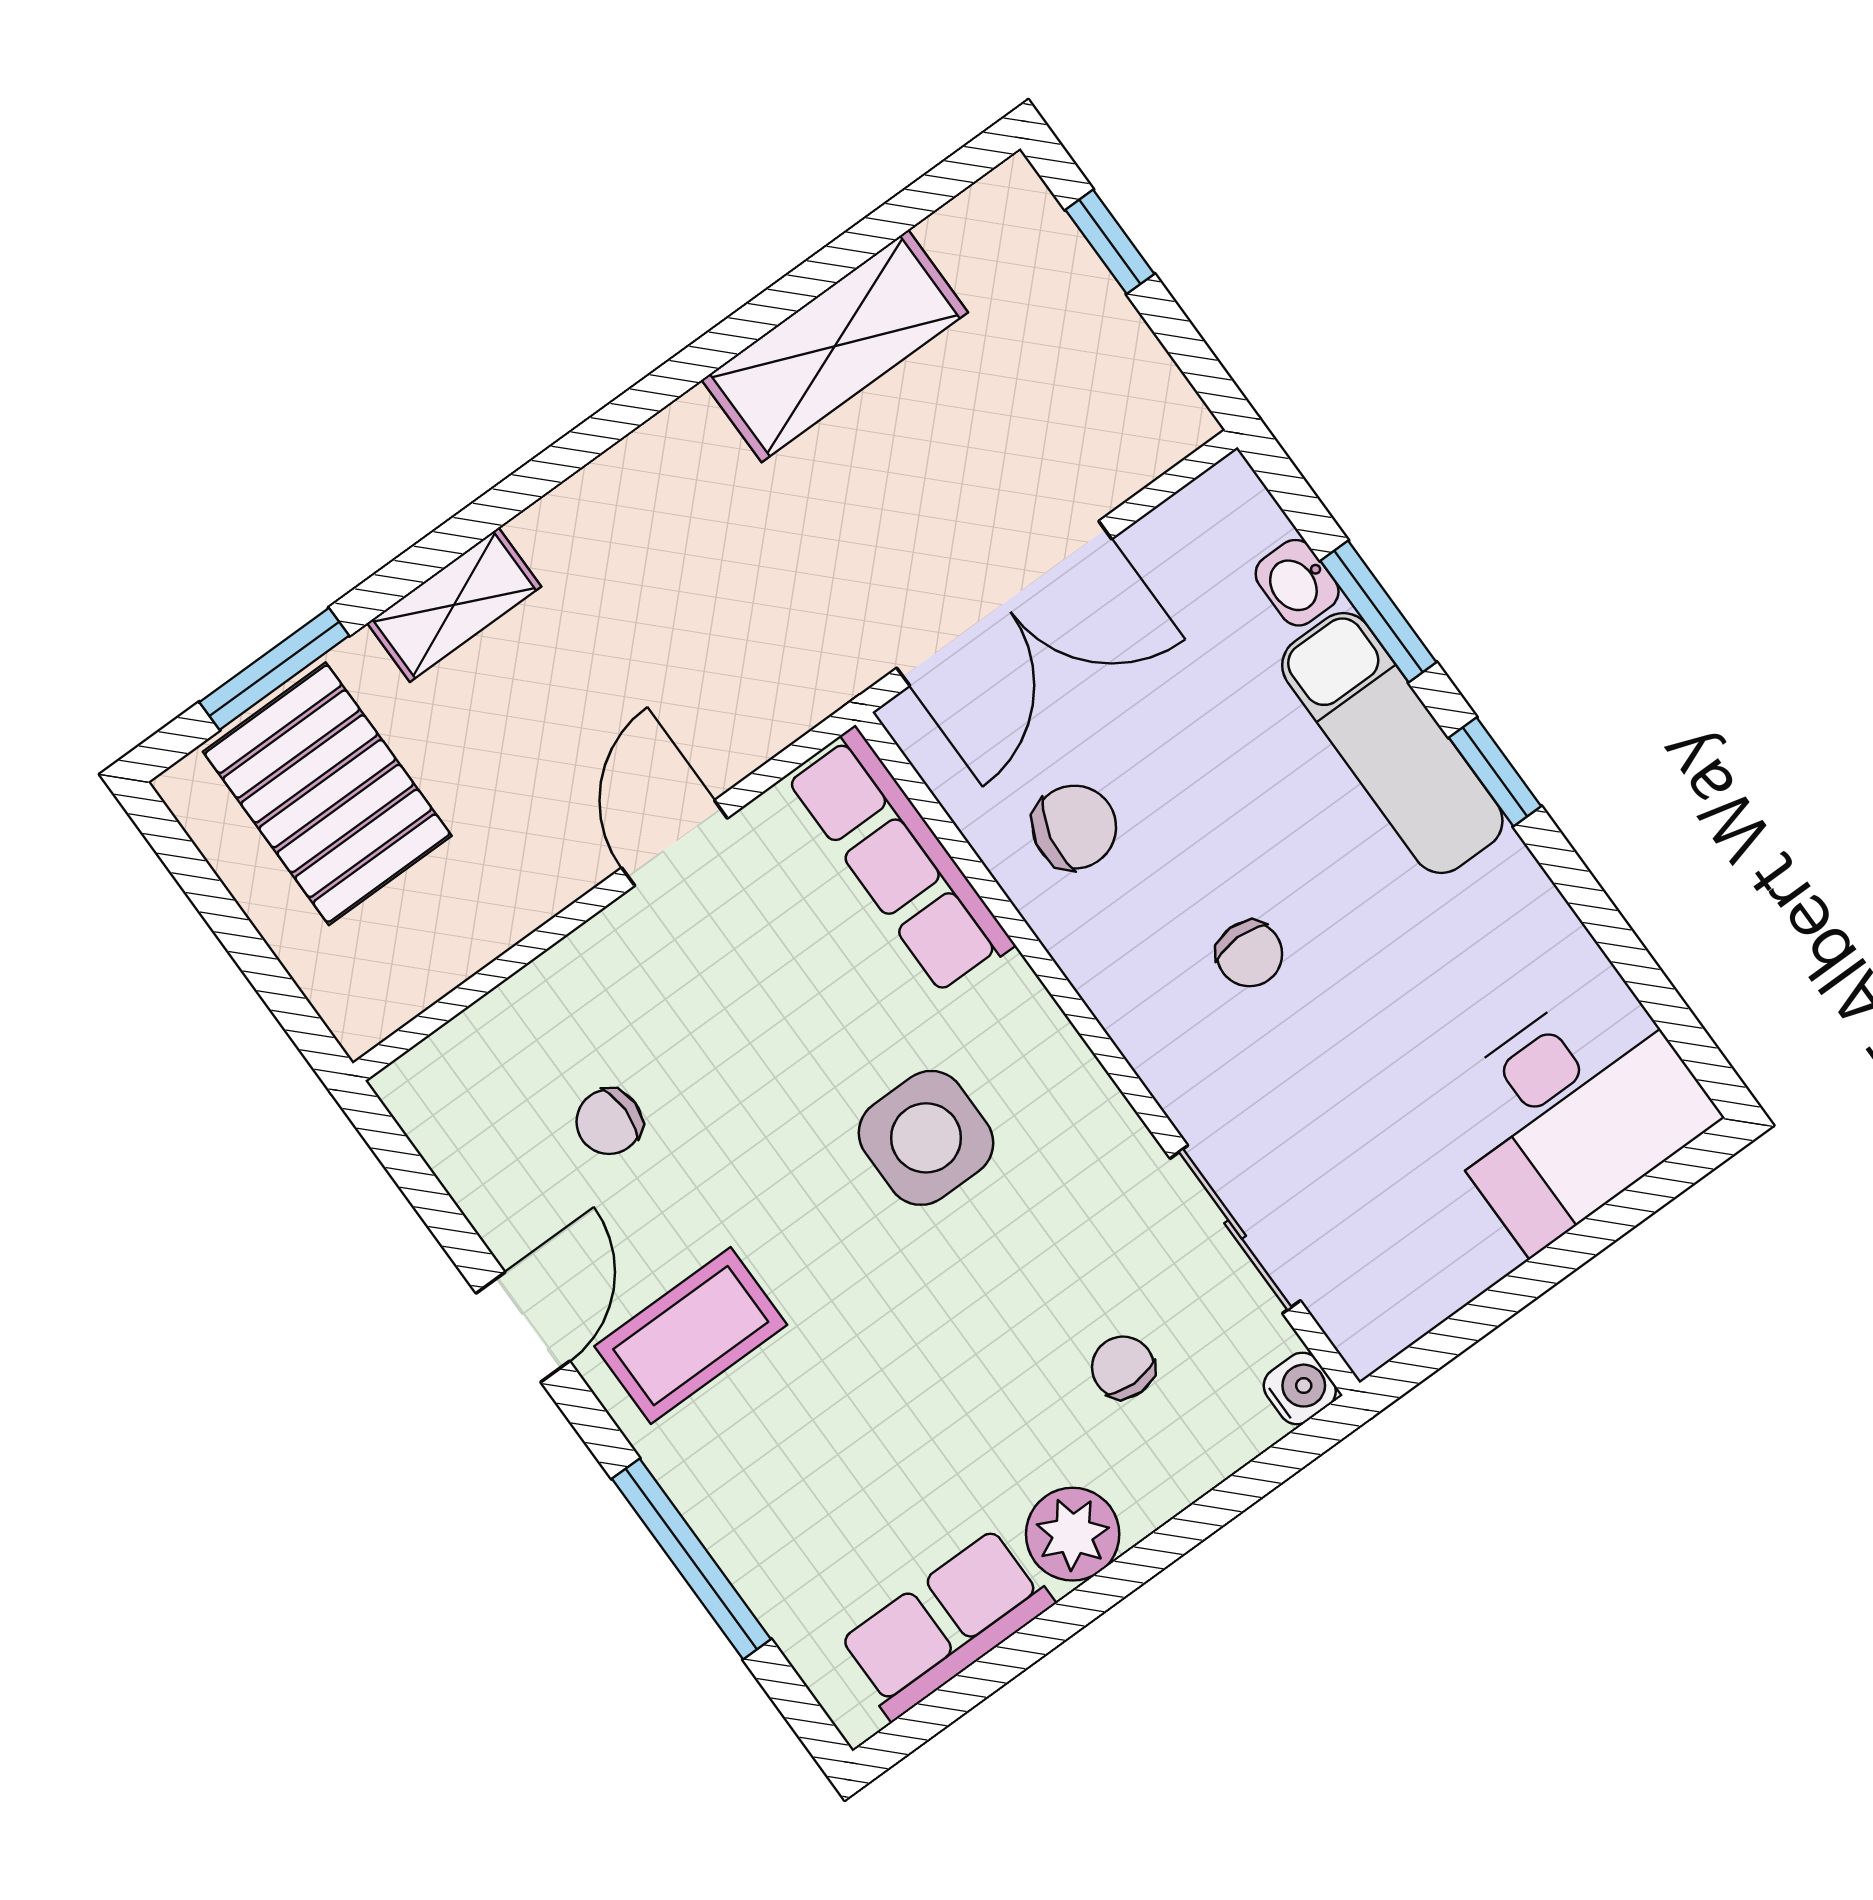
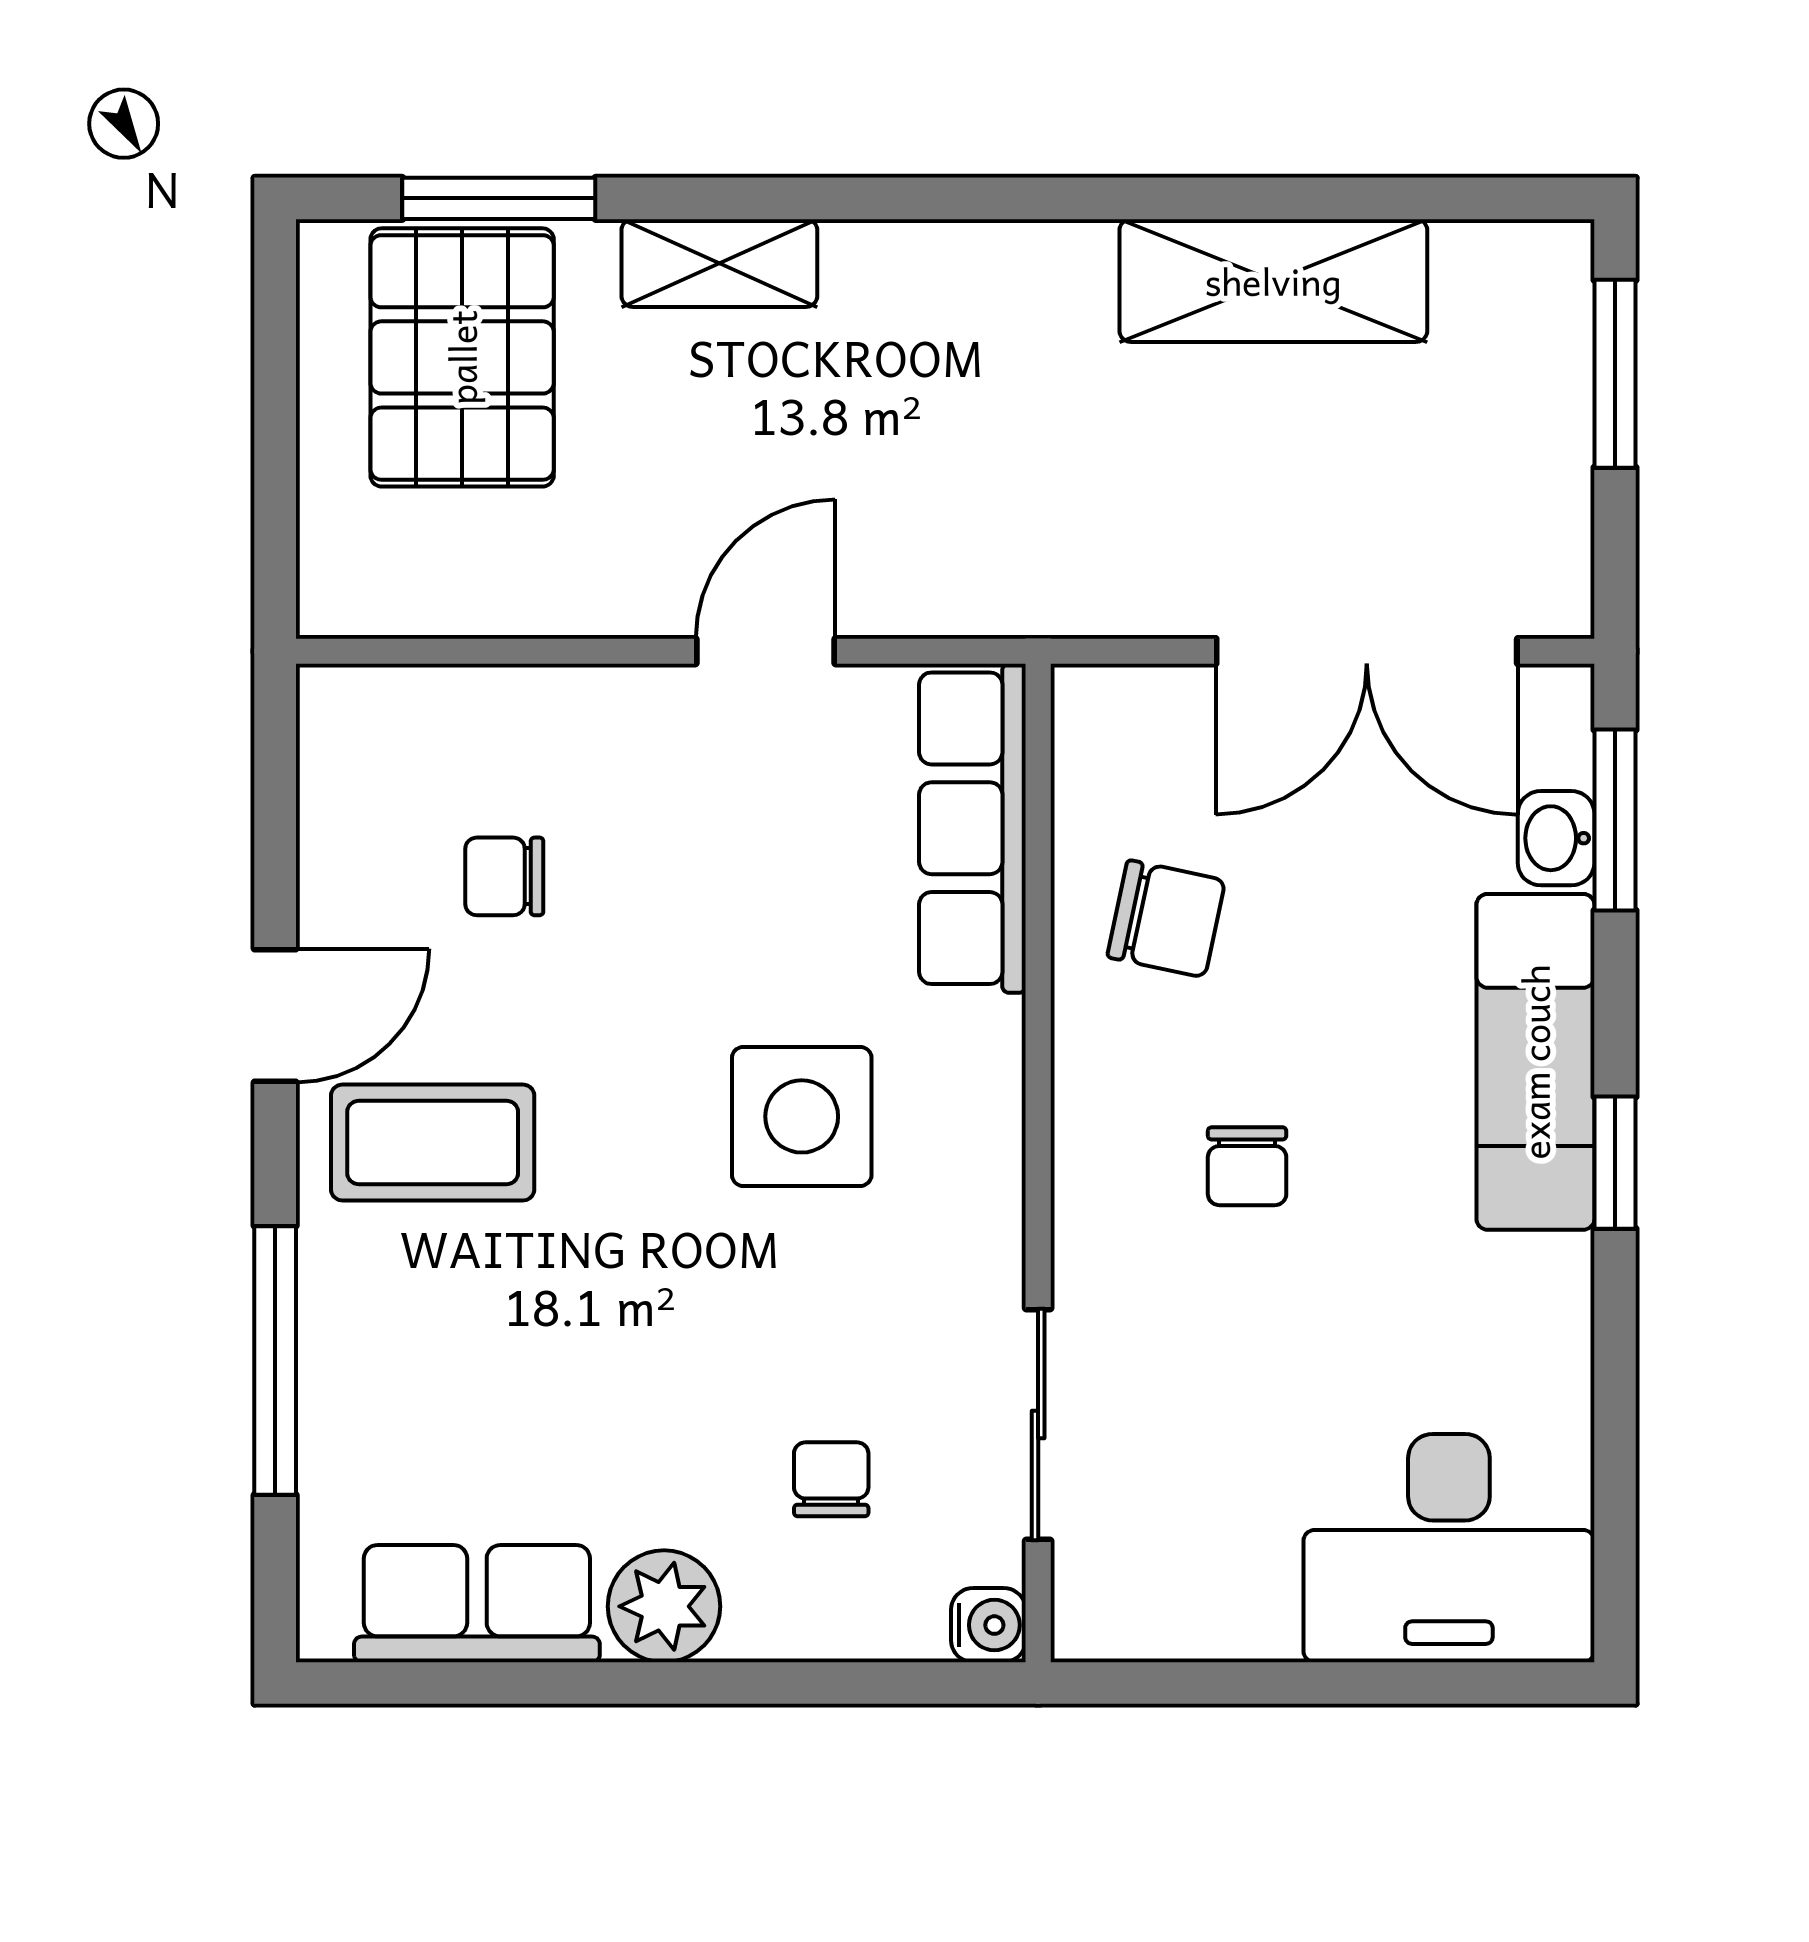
window: (1110, 242) -> (1615, 374), width x1.50
double door: (1004, 603) -> (1367, 651), moved
window: (1378, 611) -> (1615, 820), moved

